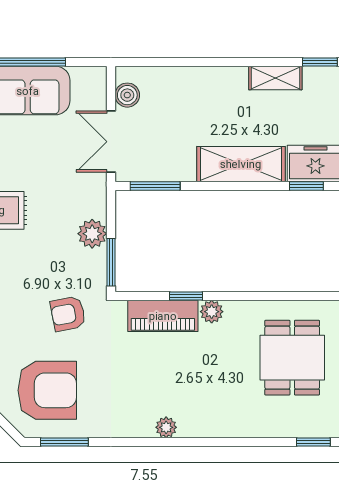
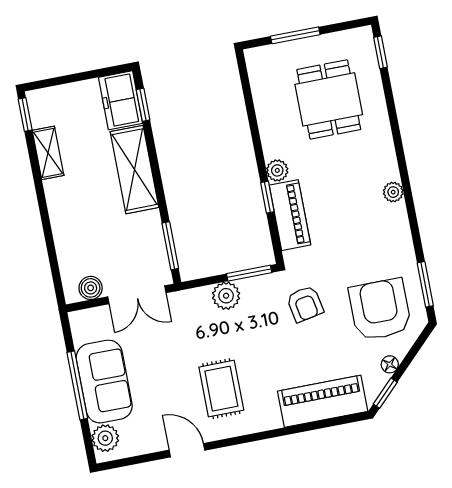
dining table: (292, 358) -> (329, 99), moved, turned 90

